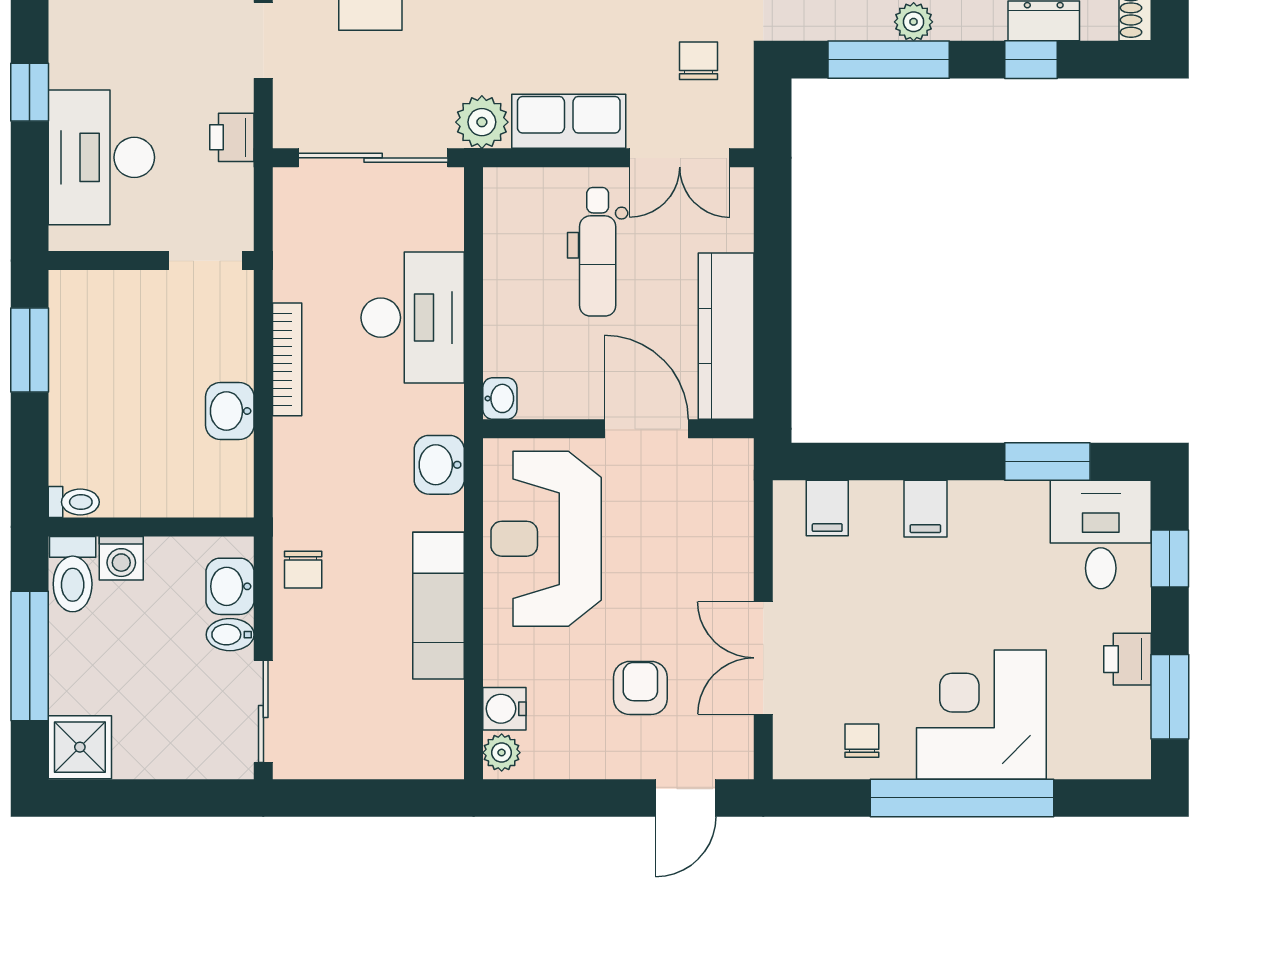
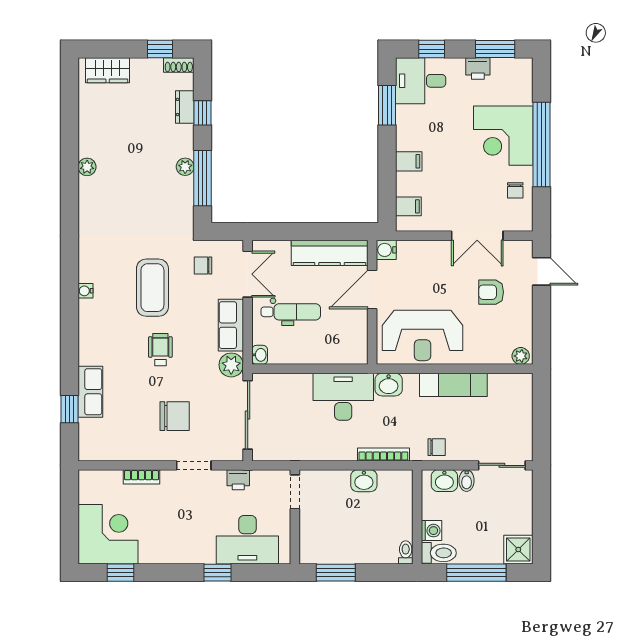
desk: (413, 318) -> (343, 397), moved
bookcase: (287, 359) -> (383, 454), moved
washbasin: (500, 398) -> (260, 355), moved, turned 90
water cooler: (504, 709) -> (386, 250), moved, turned 90
chair: (862, 741) -> (515, 190), turned -90

